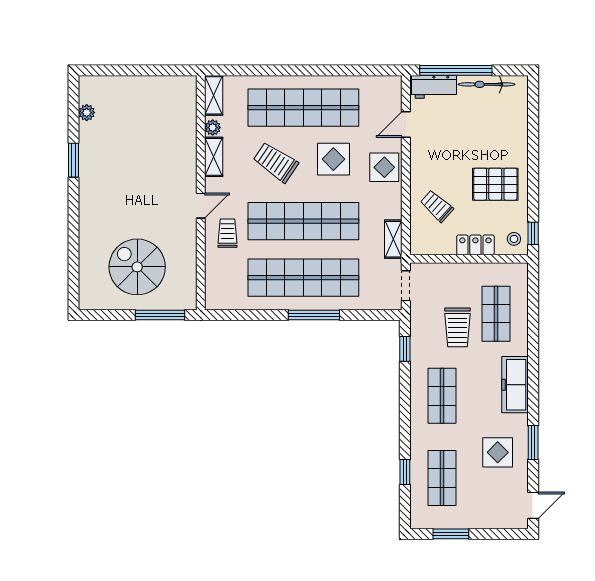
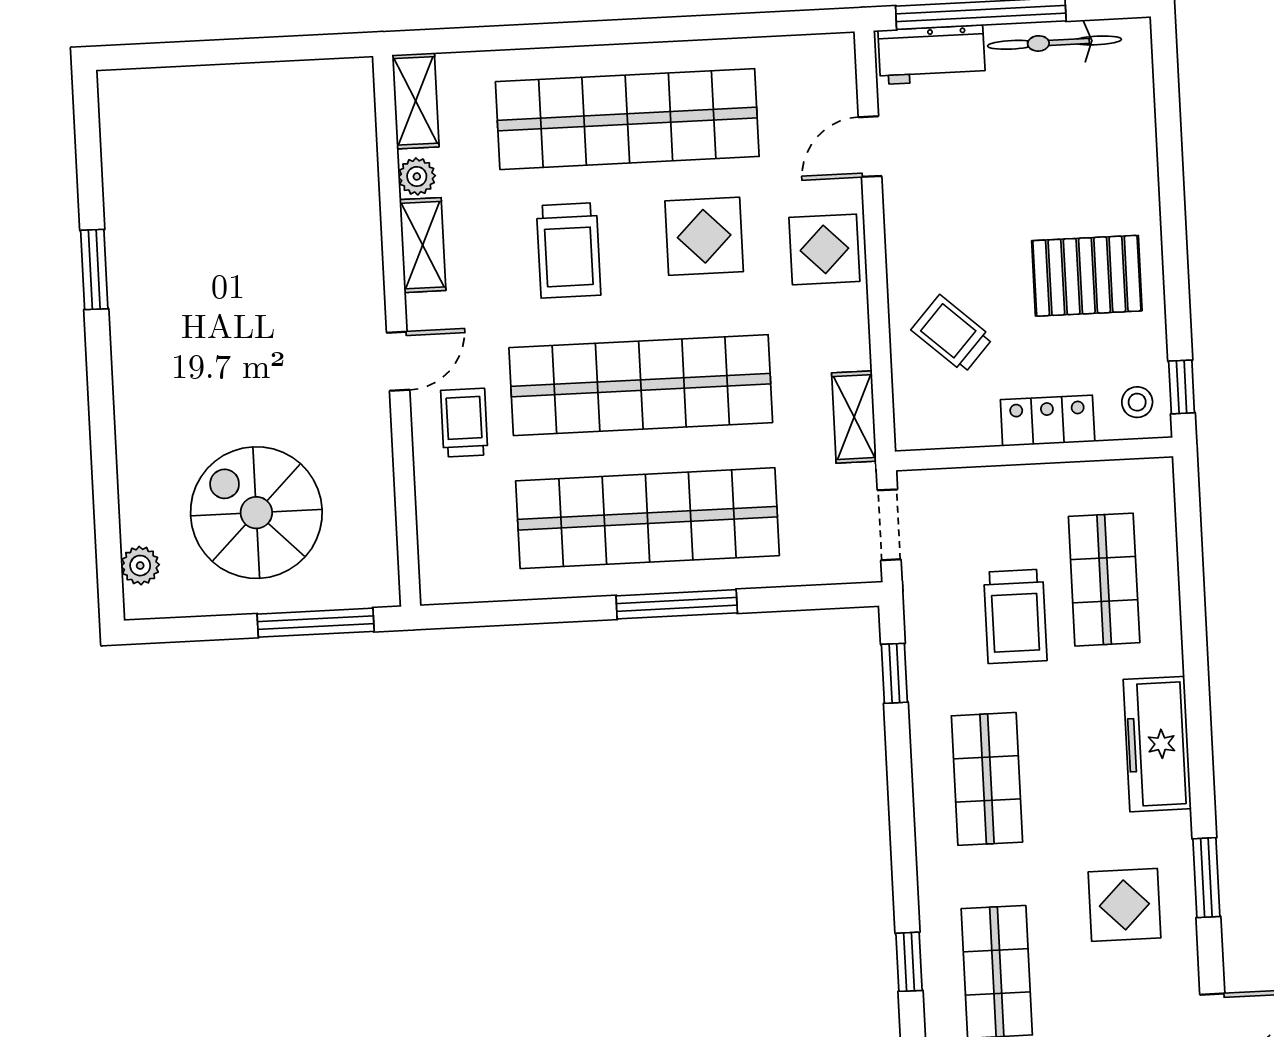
plant: (87, 113) -> (140, 566), moved
trolley: (276, 162) -> (569, 250), turned -124

